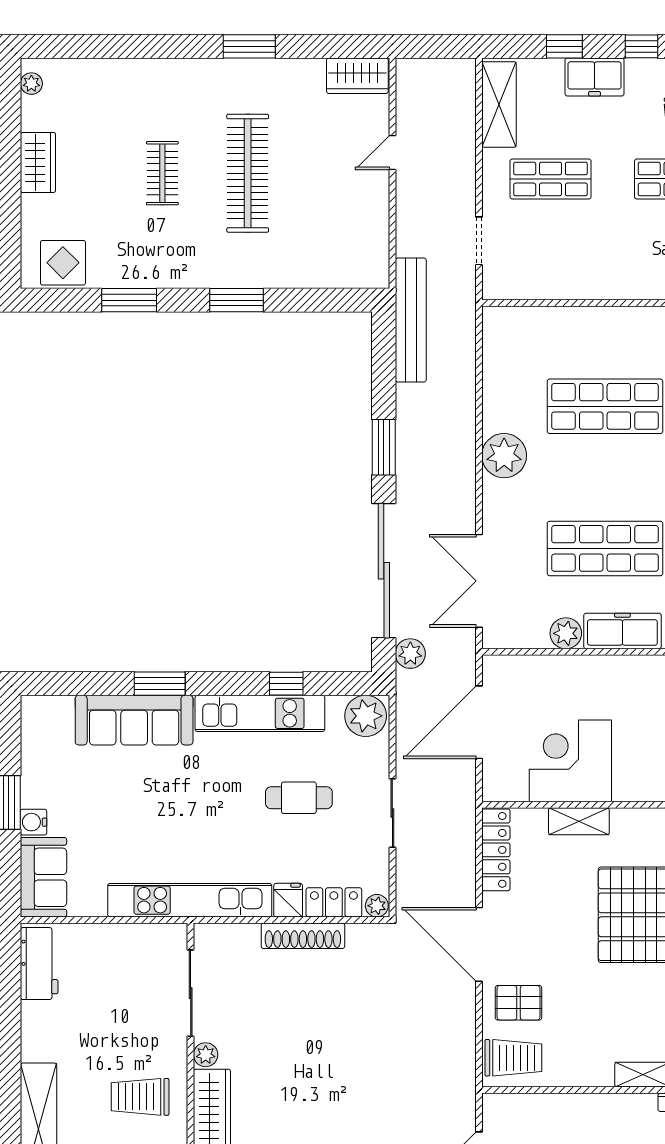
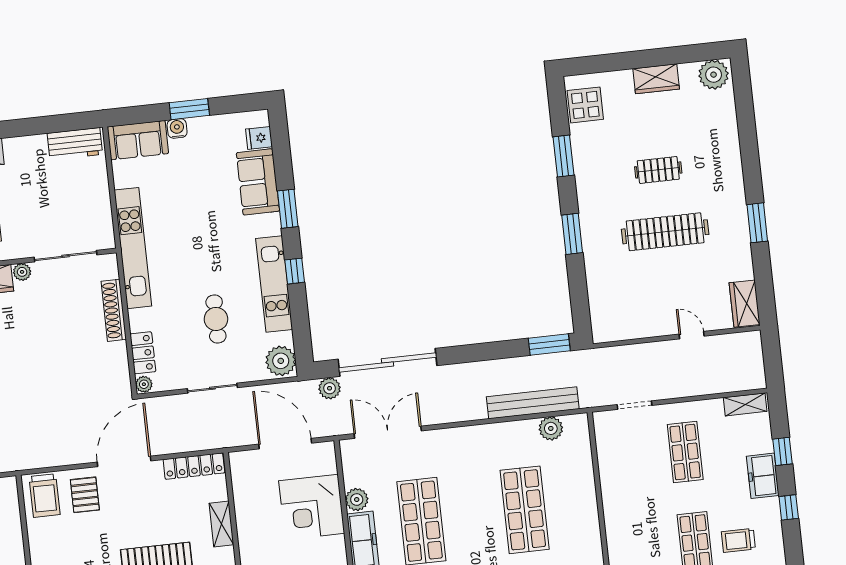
plant: (31, 84) -> (714, 75), width x1.87, depth x1.87
shelving: (499, 104) -> (745, 404), width x0.67, depth x0.75
bench: (411, 320) -> (533, 403), moved
window: (384, 447) -> (549, 345), moved
plant: (504, 456) -> (551, 428), moved, width x0.73, depth x0.73
window: (286, 684) -> (295, 271), moved
sofa: (134, 720) -> (258, 182), width x0.73
corner desk: (570, 761) -> (312, 507), moved, turned 180
fridge: (288, 900) -> (259, 138), moved, turned 180
shoe rack: (303, 936) -> (114, 310), moved

